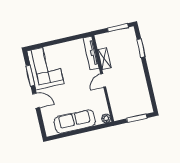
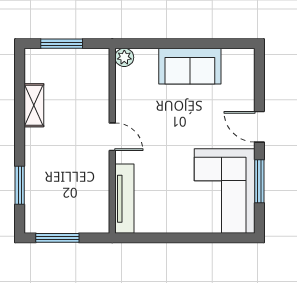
shelving: (104, 59) -> (34, 105), moved
door: (103, 80) -> (112, 137), hinge flipped
sofa: (75, 121) -> (190, 66), width x0.73

